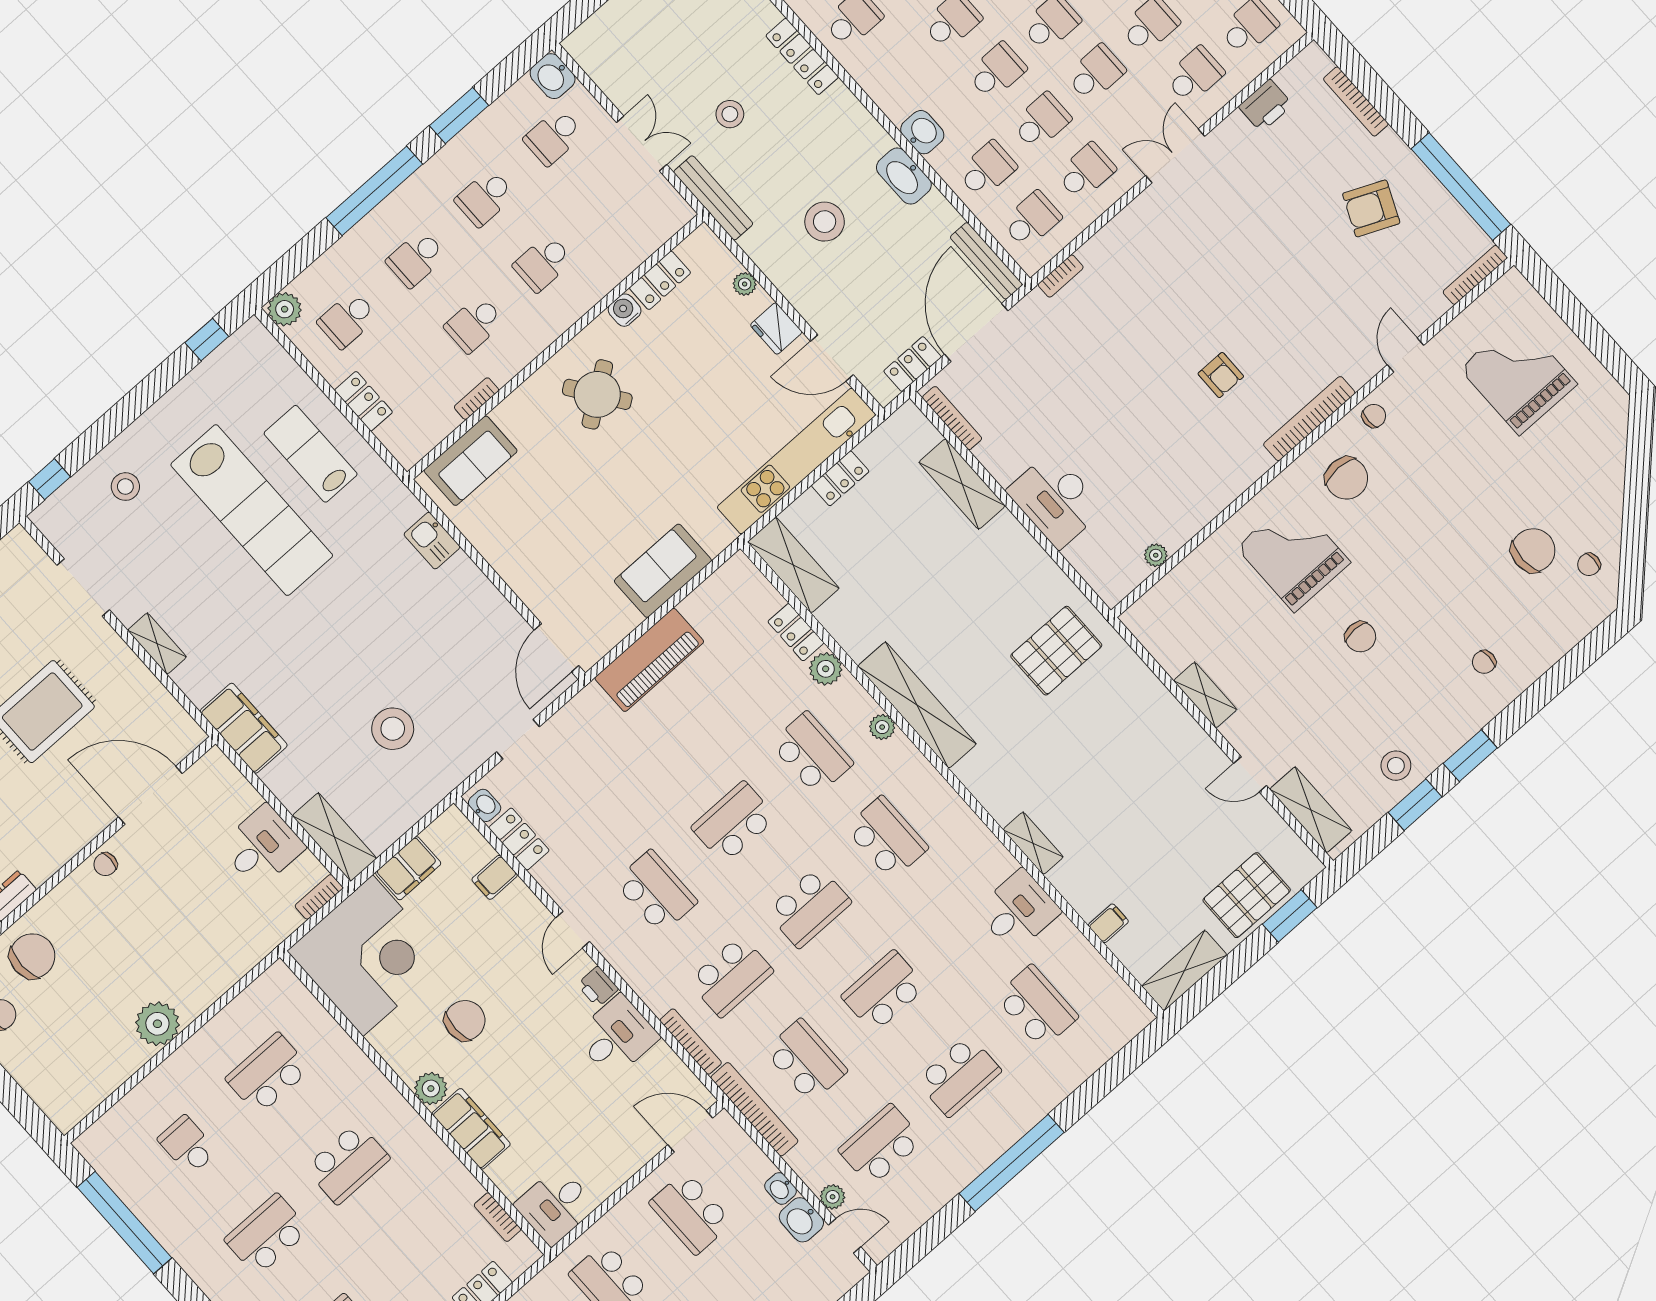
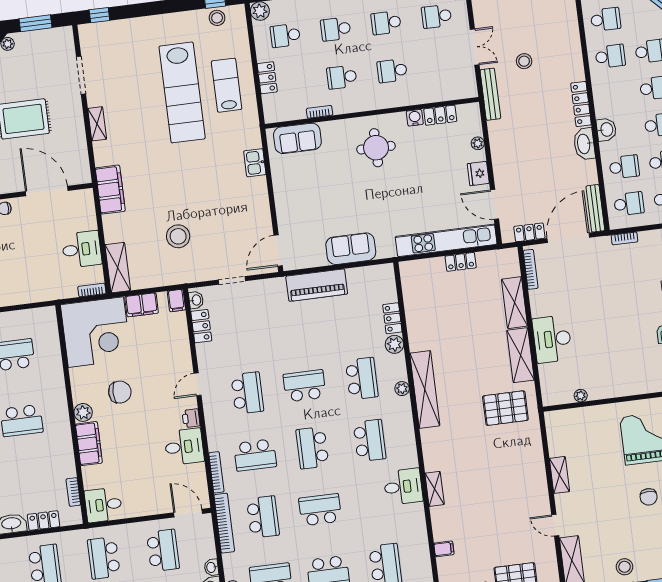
locker: (802, 56) -> (581, 104), moved
stool: (825, 222) -> (534, 140), removed
round table: (597, 394) -> (376, 148), turned 35
stool: (125, 487) -> (217, 18), moved
shelving: (793, 565) -> (521, 355), moved
filing cabinet: (495, 877) -> (176, 301), moved, turned -90
school desk: (809, 907) -> (312, 448), turned 90
desk: (1018, 911) -> (403, 487), moved
school desk: (691, 1213) -> (163, 550), turned 180

